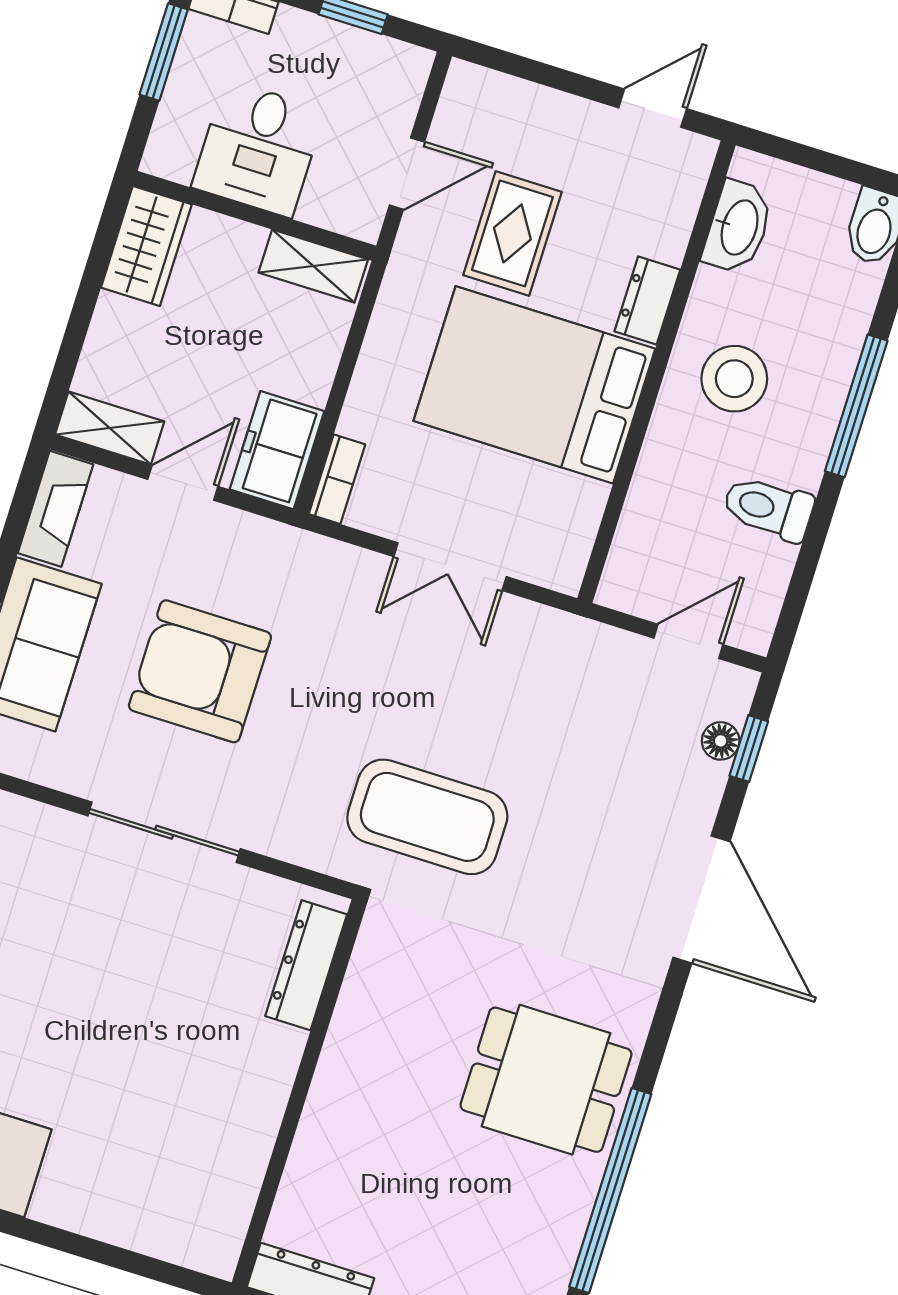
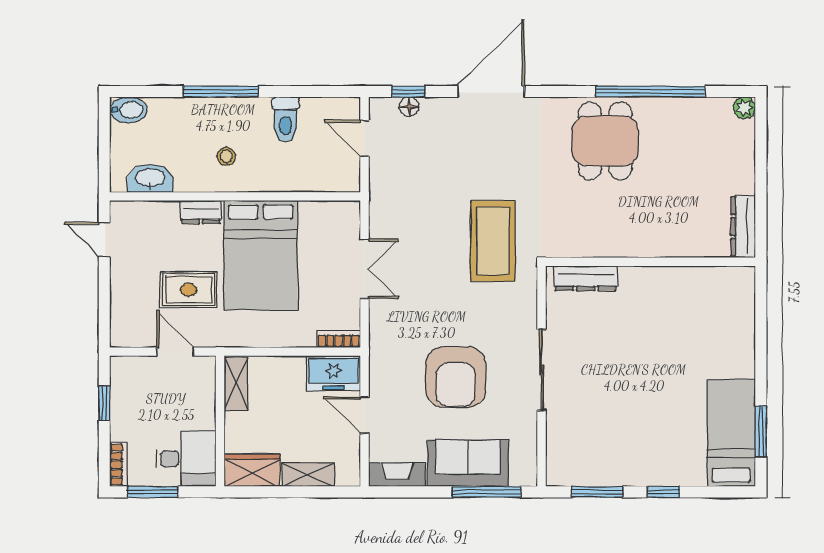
desk: (258, 149) -> (186, 459), moved
stool: (734, 379) -> (226, 156), width x0.53, depth x0.53
shelving: (110, 428) -> (308, 475), moved, turned 90

